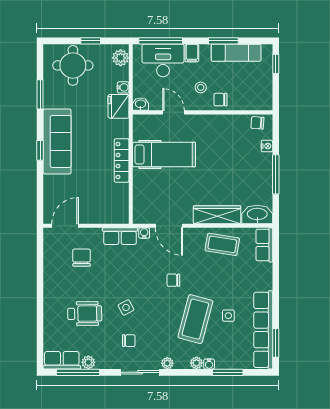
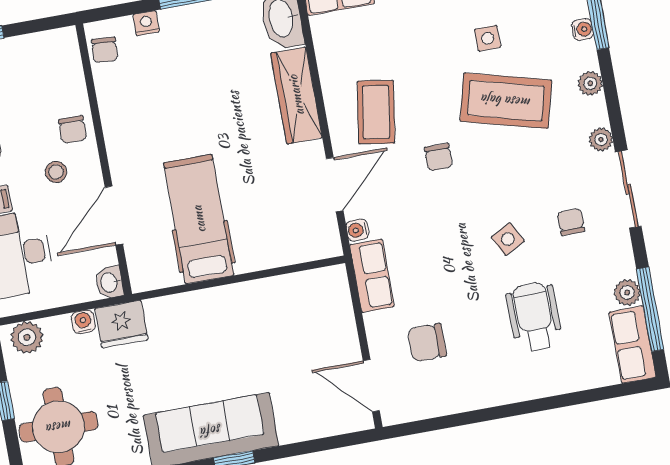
door: (174, 112) -> (114, 216), width x1.38
locker: (122, 161) -> (225, 299), removed
coffee table: (222, 244) -> (376, 112), moved
water cooler: (209, 364) -> (583, 29), moved

